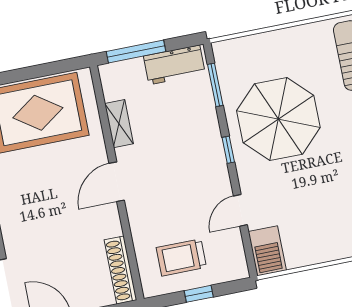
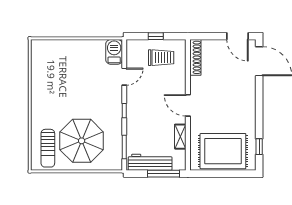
workbench: (174, 65) -> (150, 162), width x1.38
parasol: (278, 119) -> (82, 141), moved
door: (117, 182) -> (188, 105), swing flipped

